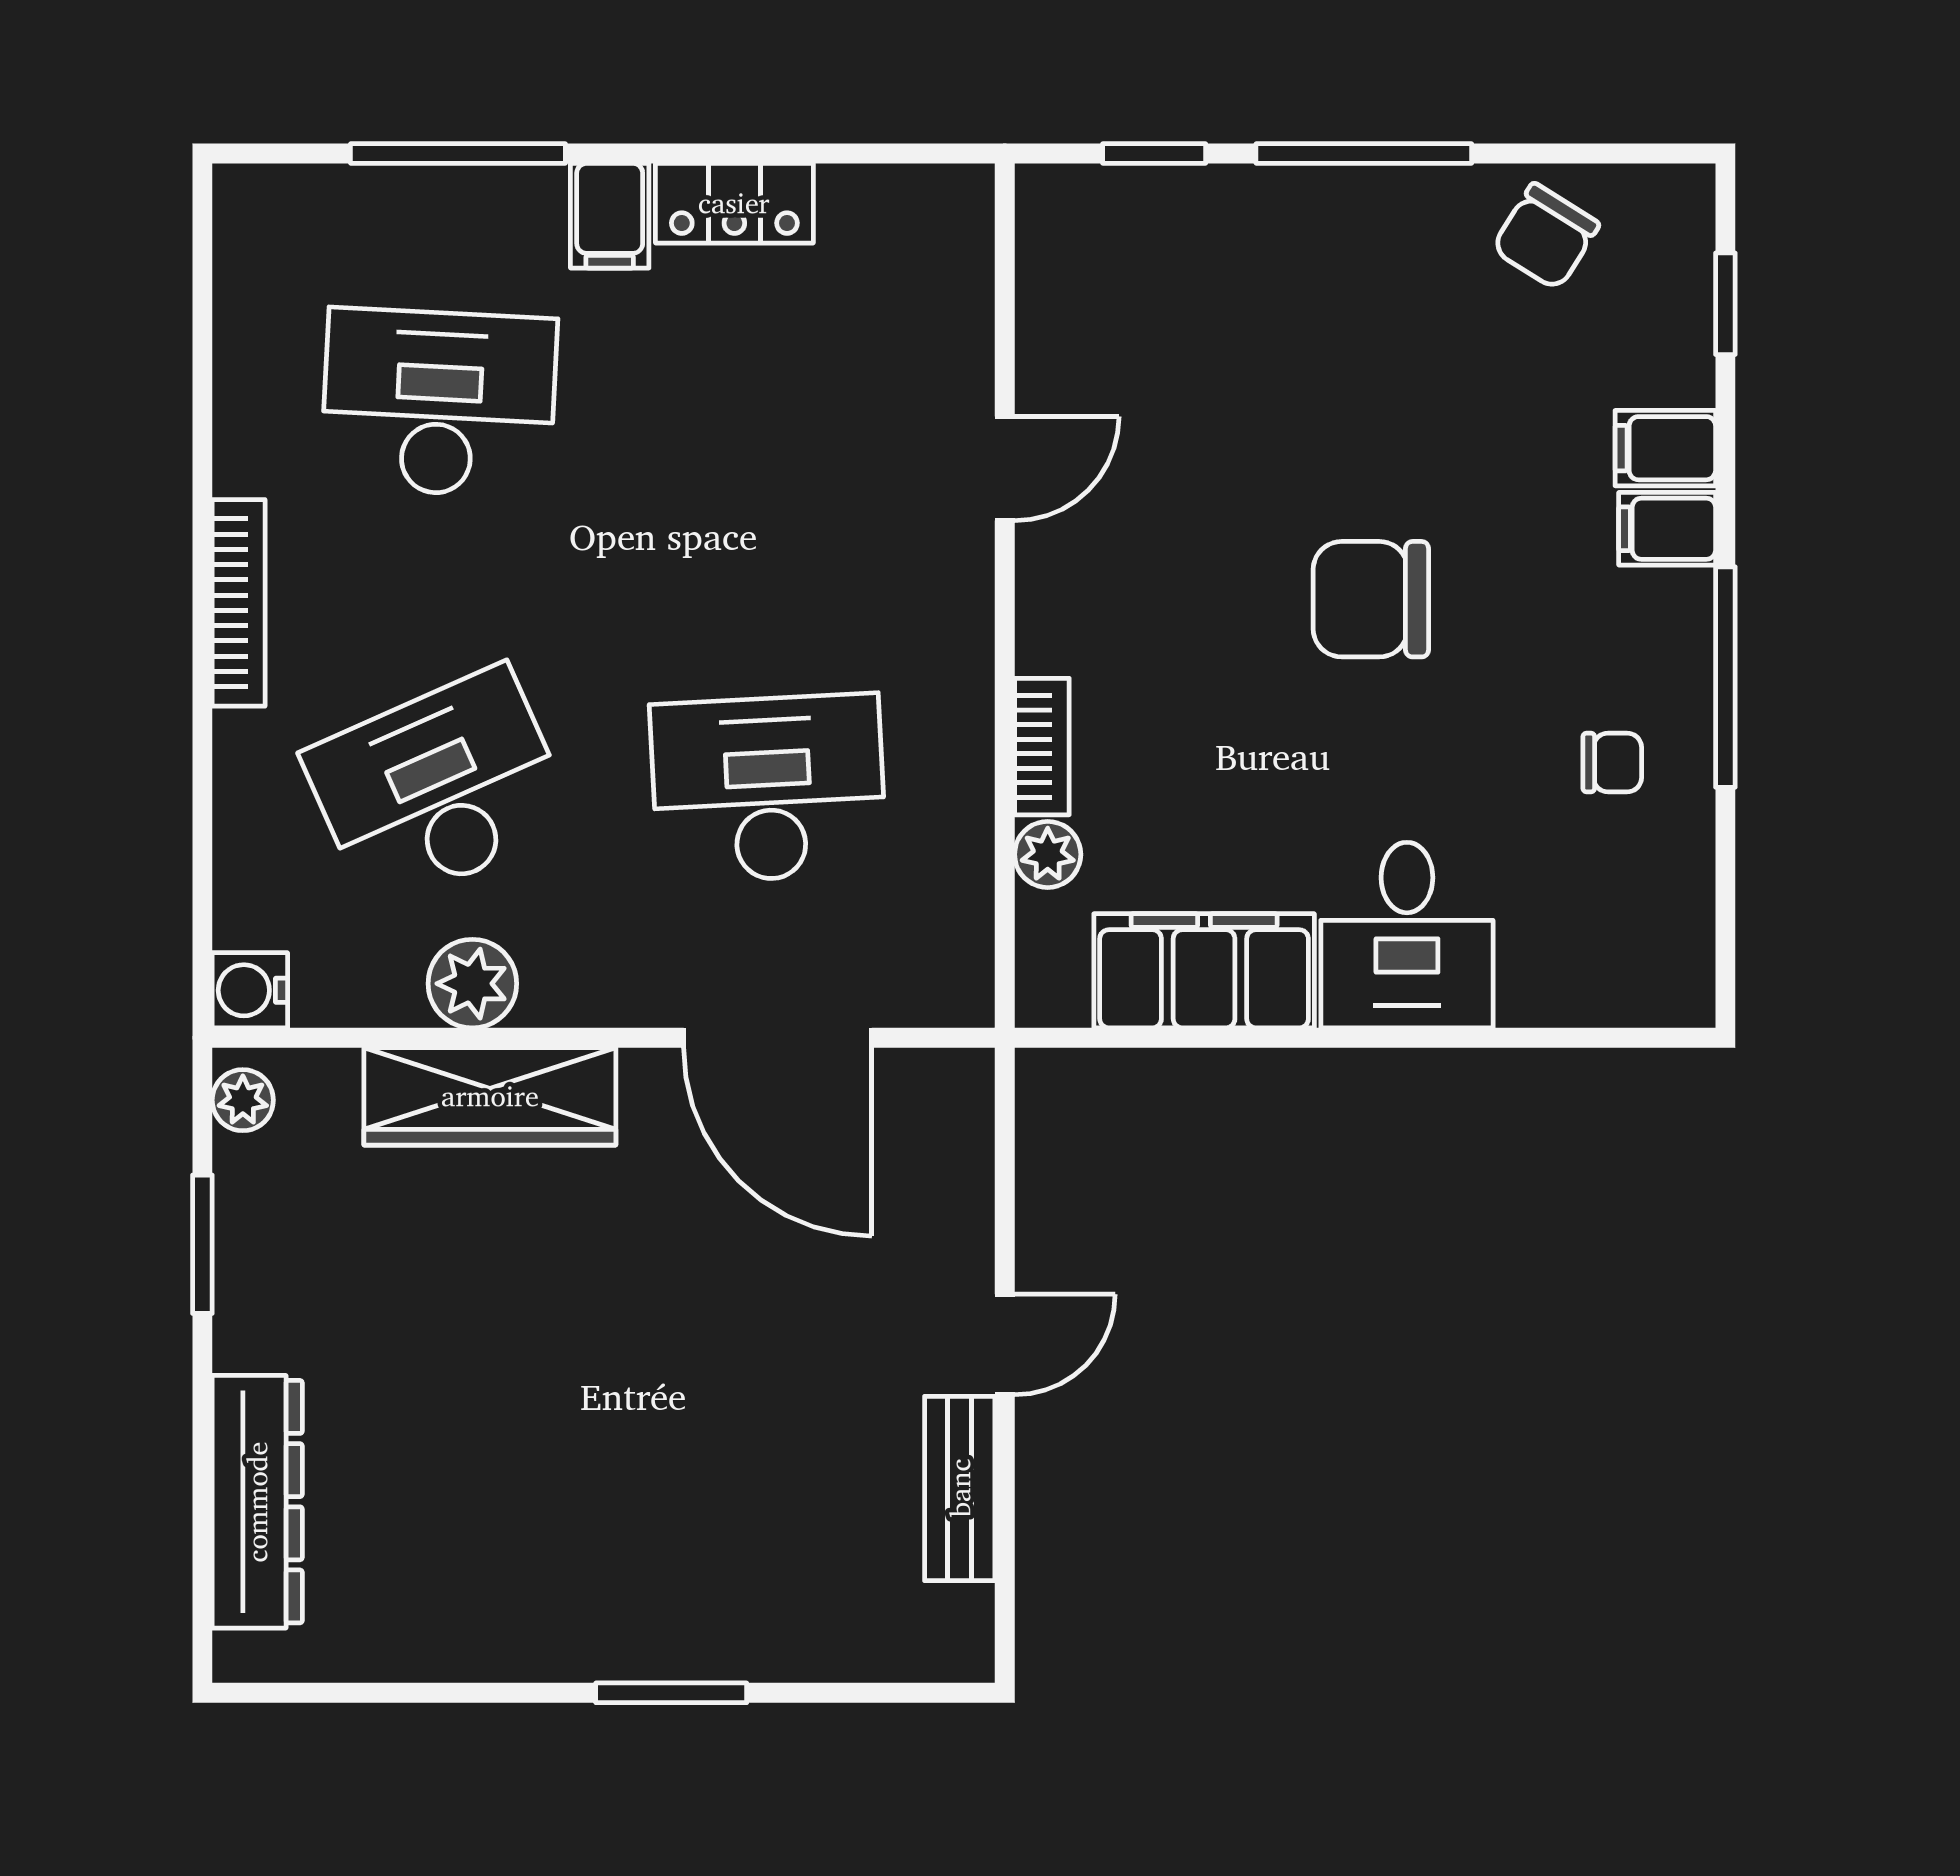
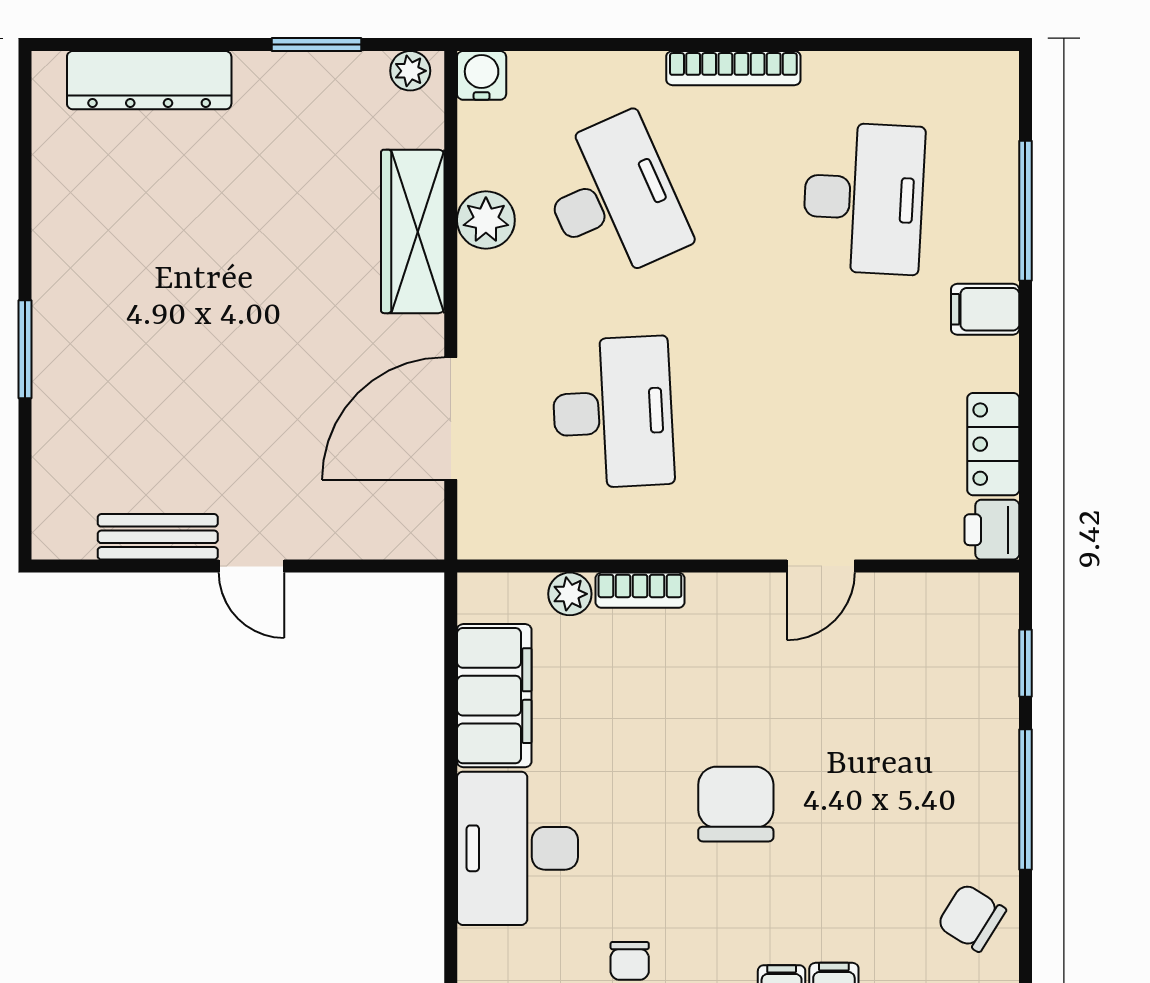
locker: (734, 203) -> (993, 444), moved
printer: (949, 205) -> (992, 530), added
door: (1005, 469) -> (821, 566), hinge flipped
desk: (1407, 935) -> (517, 848), width x1.37

